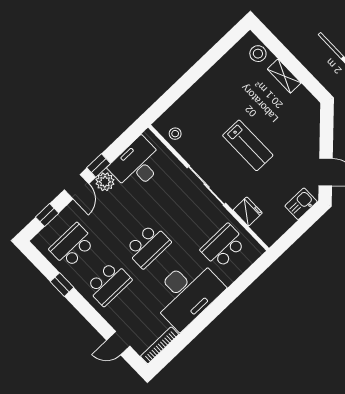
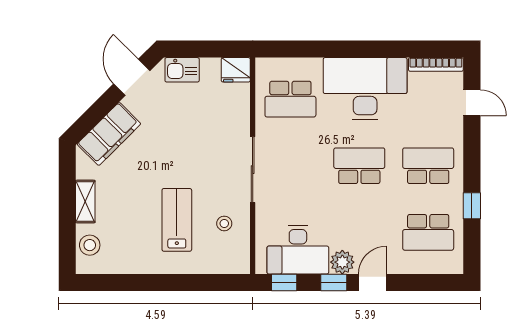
filing cabinet: (308, 127) -> (109, 134), added
stool: (175, 134) -> (224, 223), moved
lab bench: (248, 145) -> (177, 220), moved
fridge: (248, 211) -> (236, 70), moved, turned -90
window: (47, 215) -> (284, 282), moved

